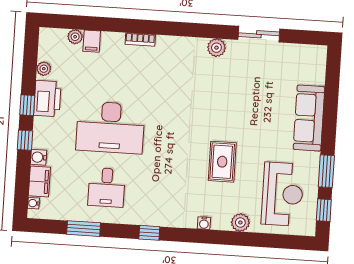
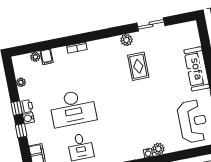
printer: (47, 99) -> (27, 106), width x0.53, depth x0.68
water cooler: (39, 157) -> (28, 118), moved
rug: (222, 162) -> (138, 66), moved
plant: (240, 223) -> (158, 149), moved

